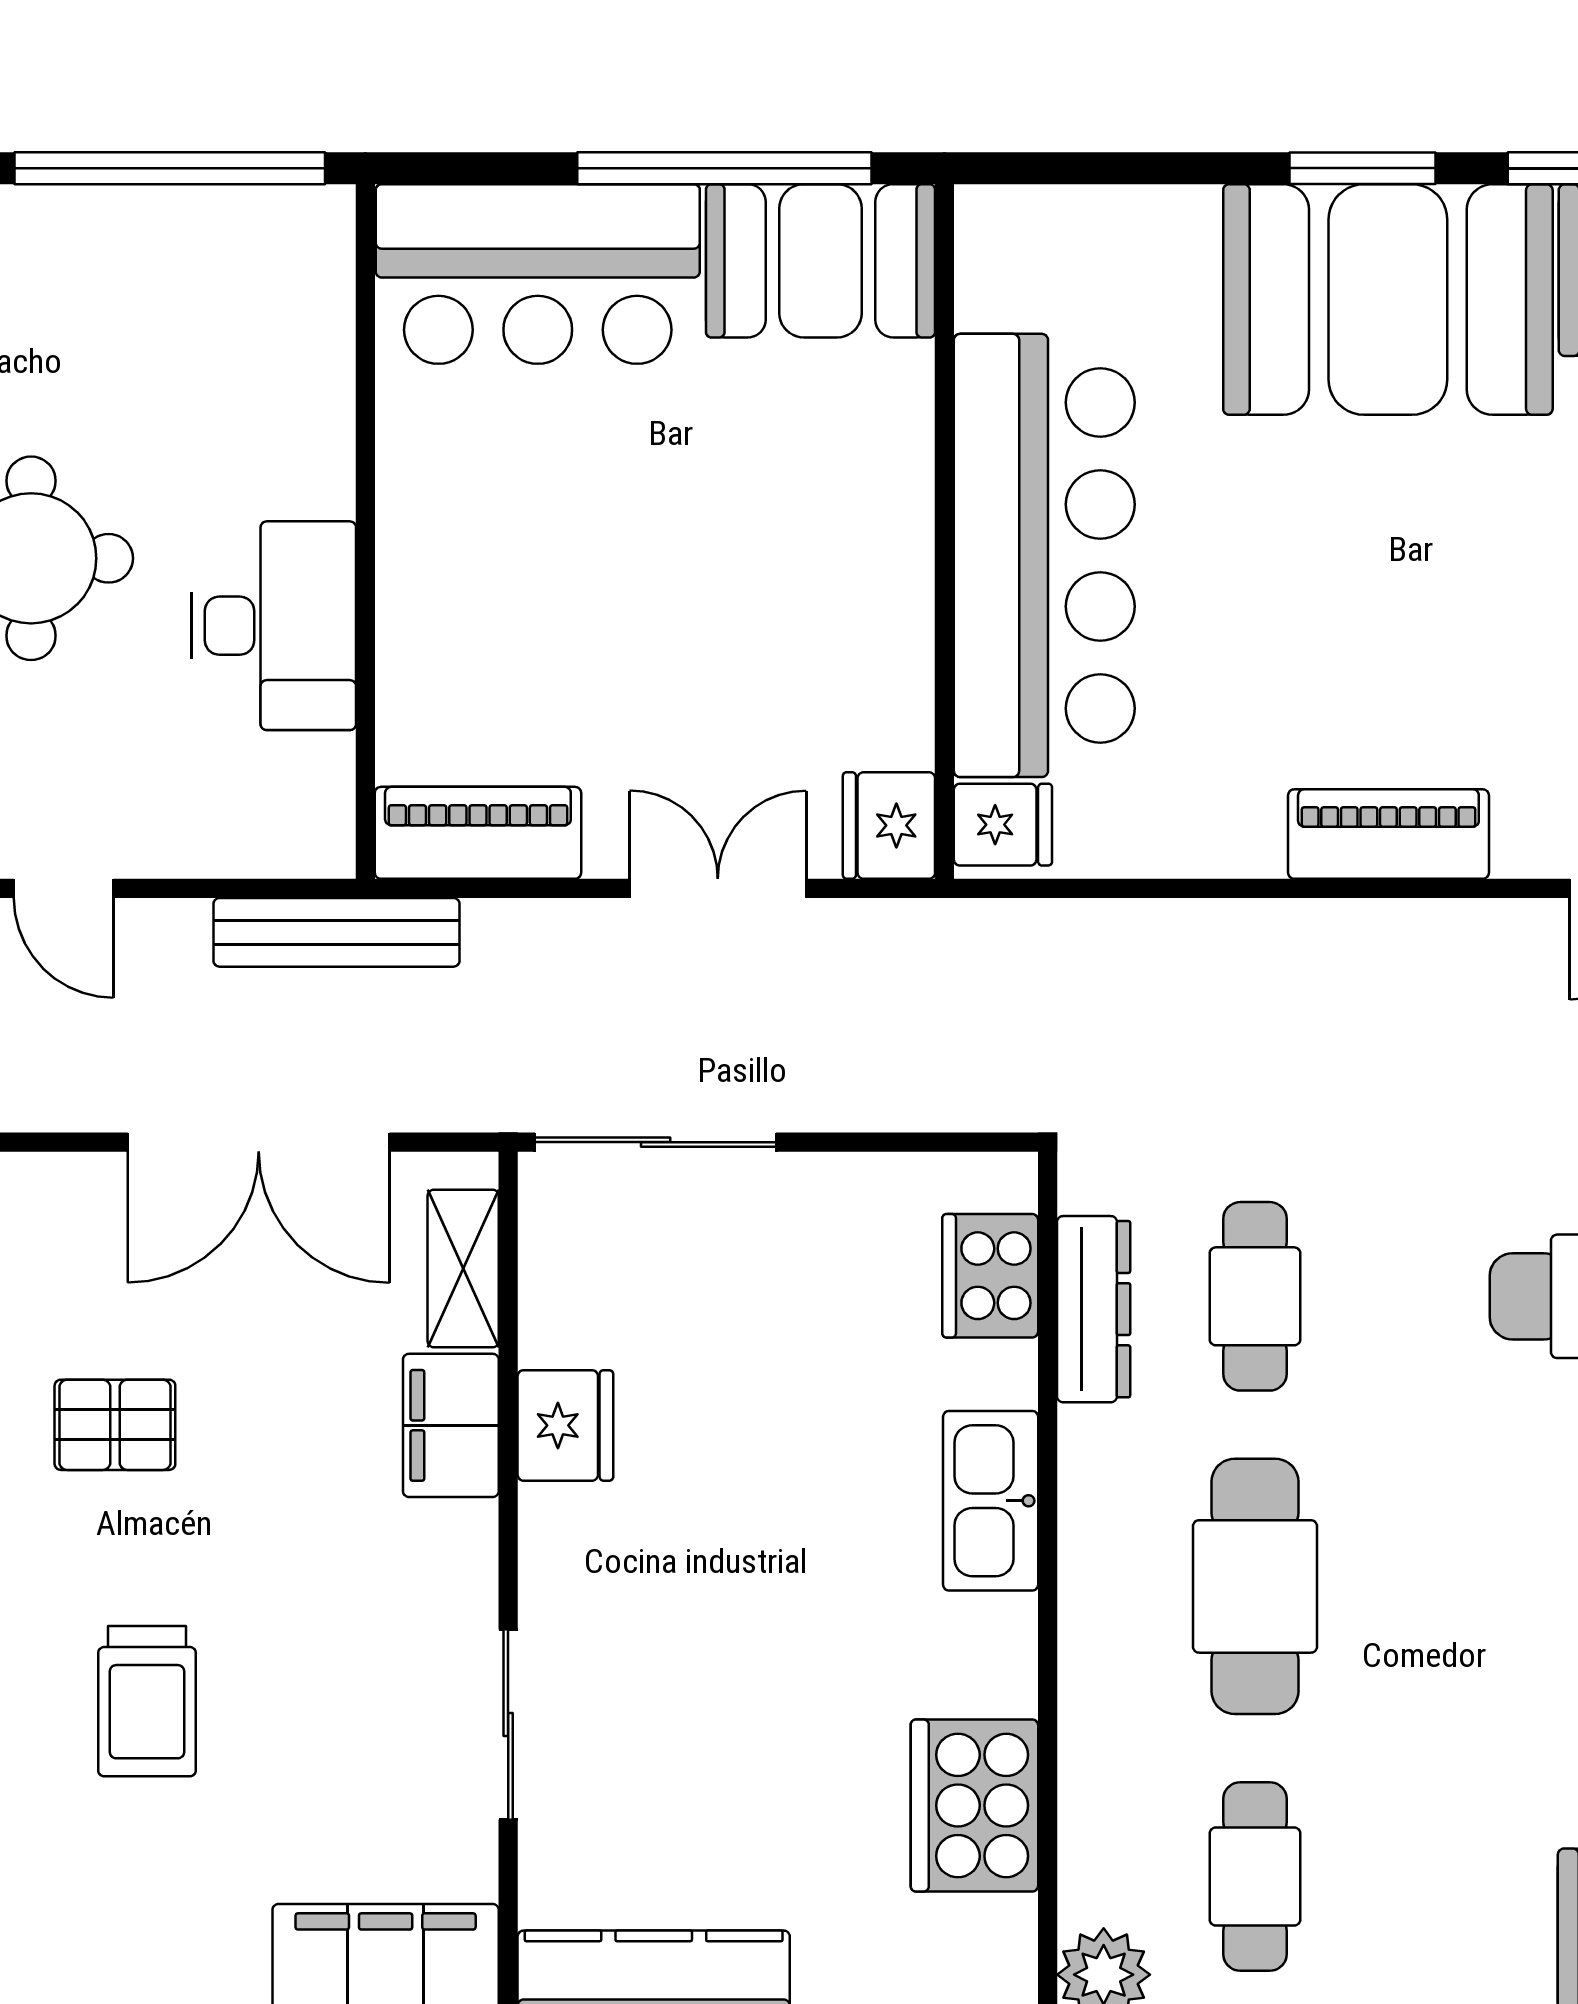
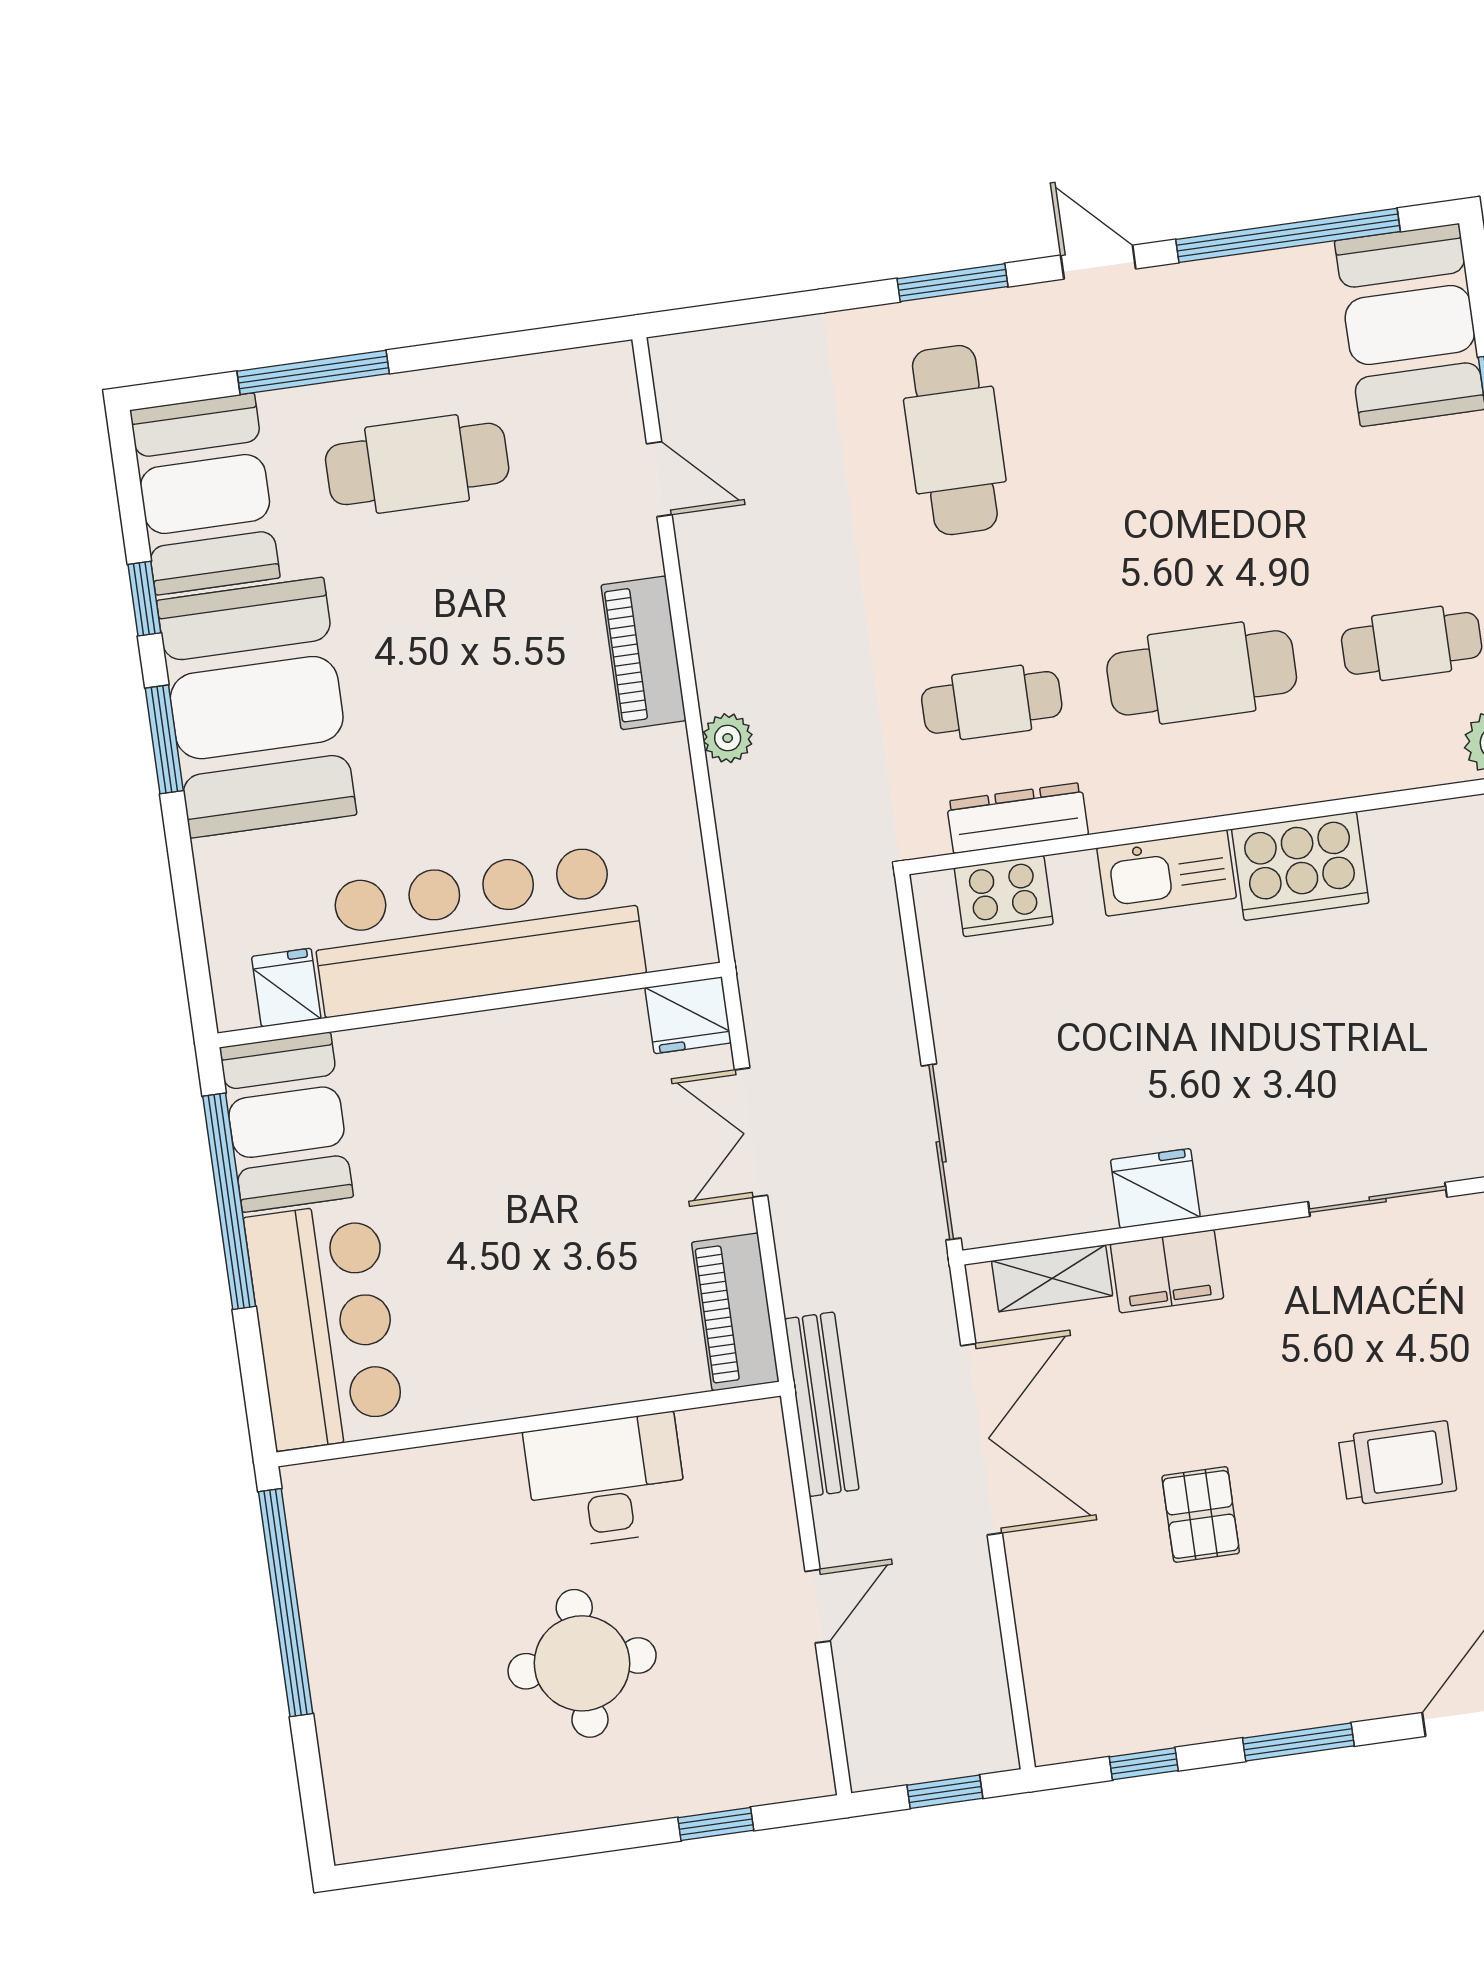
fridge: (1003, 825) -> (286, 988), moved
plant: (1257, 932) -> (728, 738), added
cooker: (974, 1805) -> (1300, 866), moved

